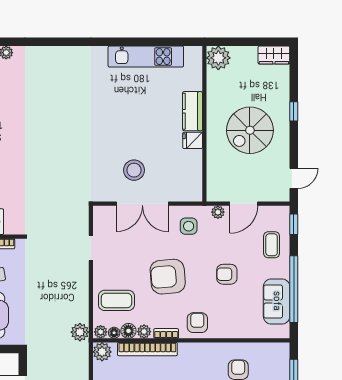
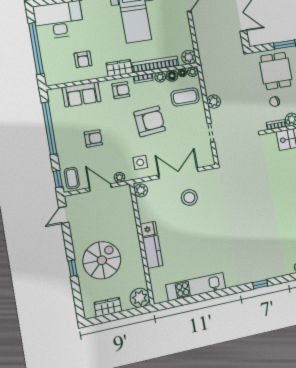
window: (62, 42) -> (260, 284), added
wardrobe: (274, 55) -> (108, 307), moved
spiral stairs: (250, 130) -> (102, 260), moved
plant: (194, 191) -> (141, 190), added
door: (244, 204) -> (100, 188), hinge flipped
coffee table: (272, 245) -> (72, 178), moved
armchair: (227, 274) -> (93, 138), moved
sofa: (277, 301) -> (82, 94), moved, turned 90
armchair: (197, 323) -> (121, 90), turned -90
plant: (80, 332) -> (214, 102), moved
wardrobe: (194, 351) -> (119, 68), added

